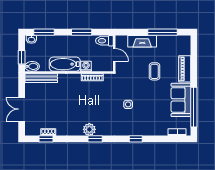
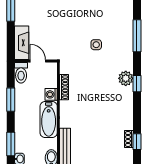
fireplace: (142, 41) -> (22, 43), moved
door: (114, 55) -> (38, 61), hinge flipped
coffee table: (154, 71) -> (57, 14), removed
plant: (89, 129) -> (126, 78), moved
window: (136, 139) -> (137, 36), width x2.17

